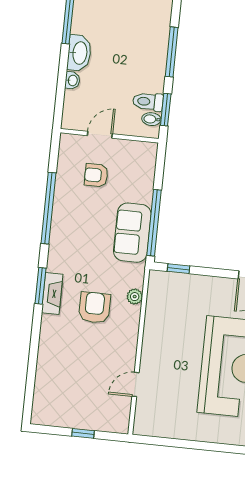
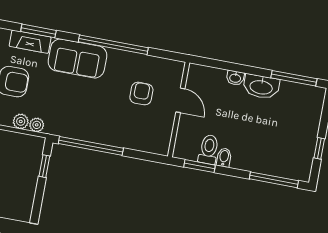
window: (172, 52) -> (274, 180), moved
bidet: (151, 119) -> (224, 157), moved
sofa: (132, 233) -> (77, 58), moved, turned 180
plant: (137, 280) -> (37, 125), added

